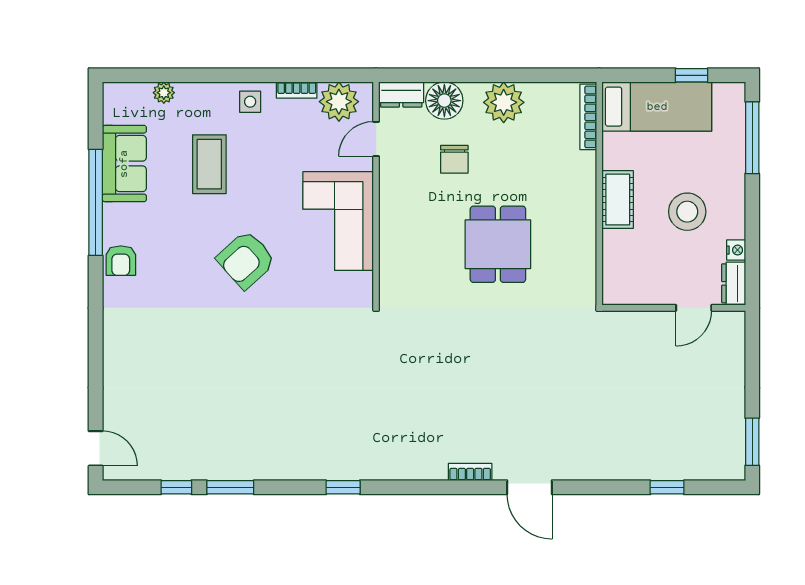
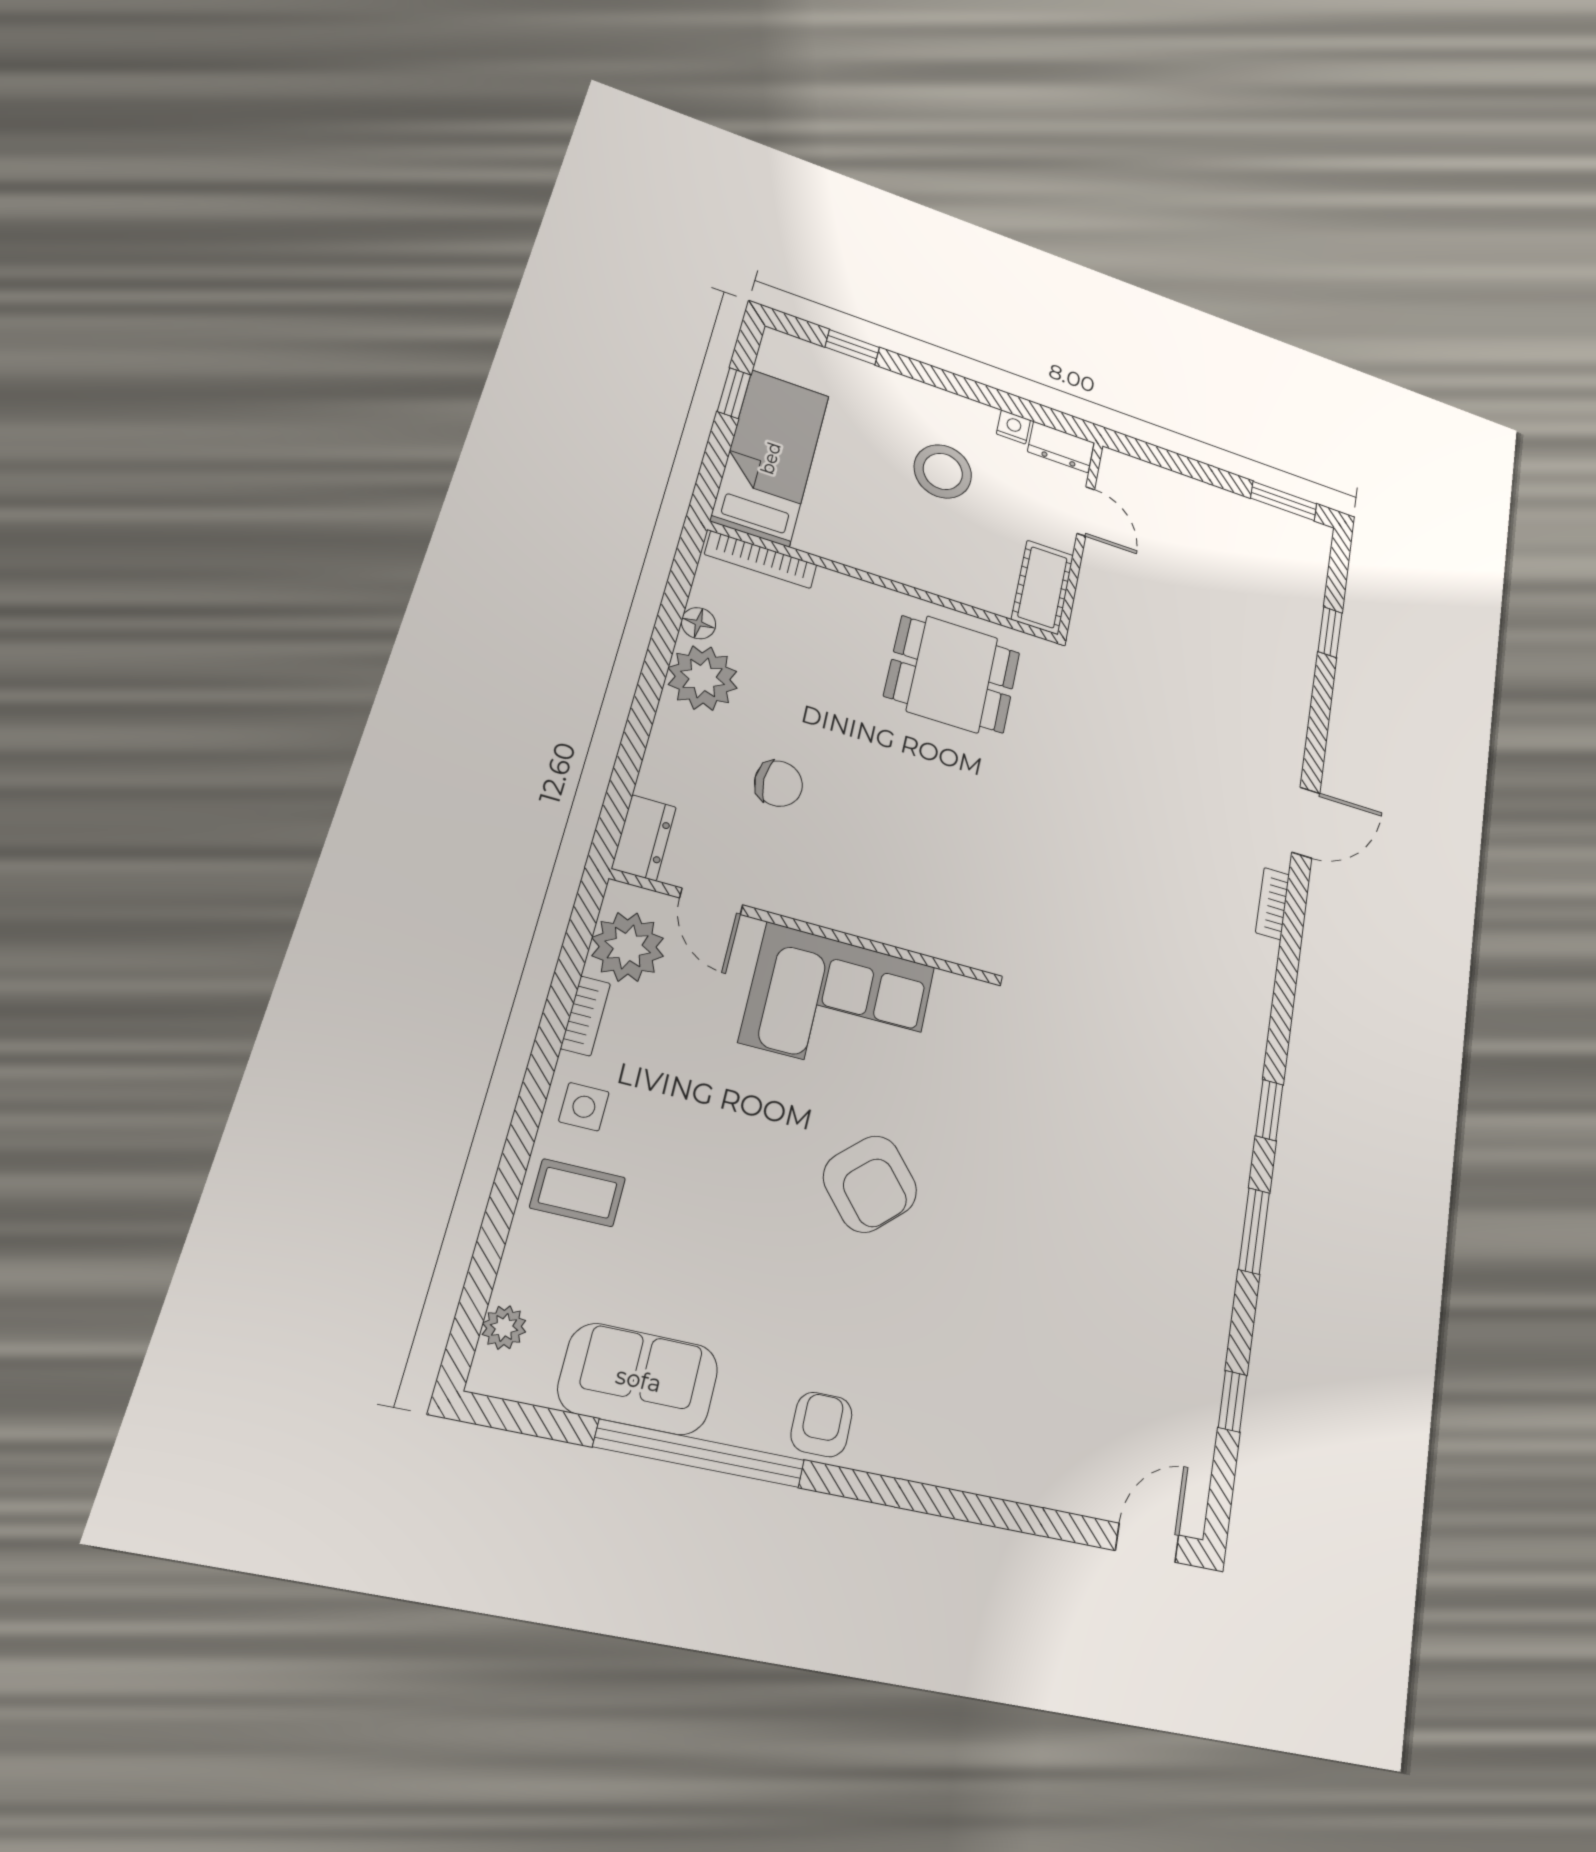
plant: (164, 93) -> (504, 1327), moved
floor lamp: (444, 101) -> (698, 623), moved, width x0.53, depth x0.53
window: (752, 138) -> (852, 347), width x0.46
coffee table: (209, 164) -> (578, 1193), moved, width x0.73, depth x0.77
cot: (618, 200) -> (1043, 587), moved, turned 90
dining table: (498, 244) -> (952, 674), moved
armchair: (121, 261) -> (821, 1424), turned -90
window: (230, 487) -> (1254, 1231), moved

